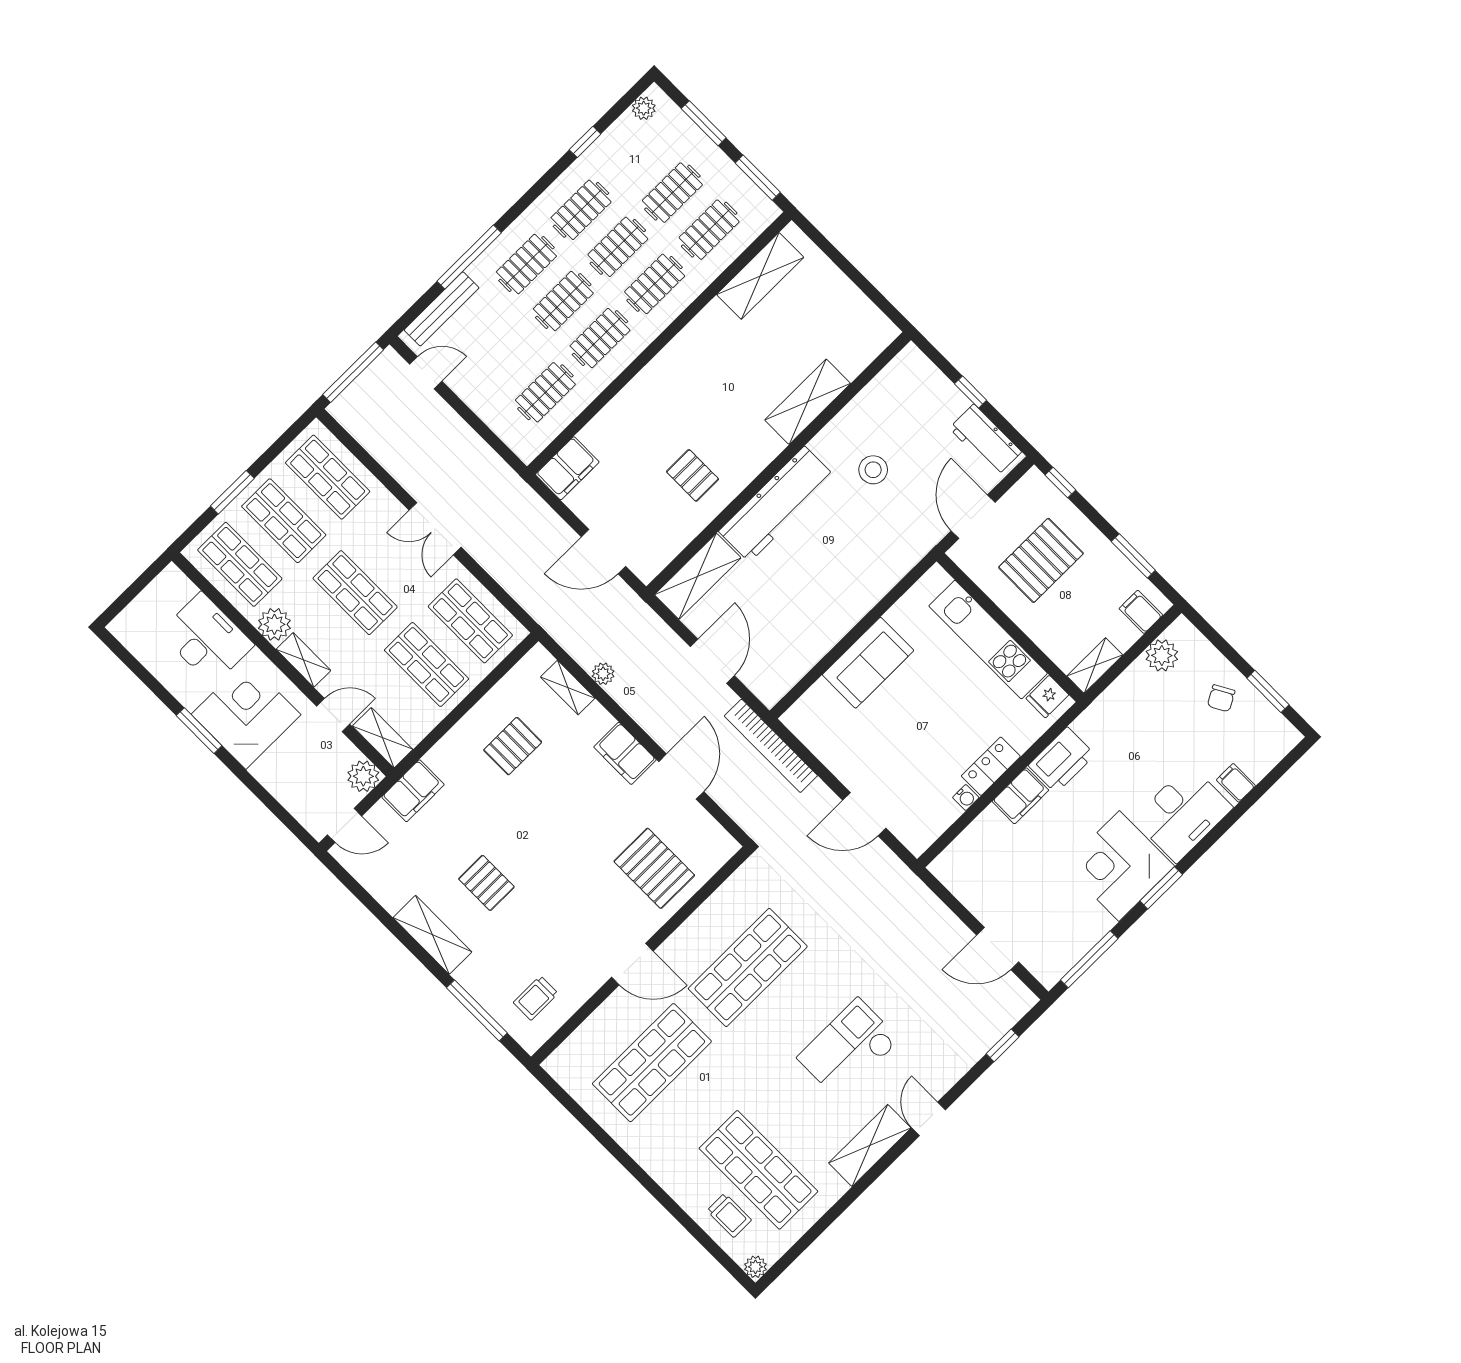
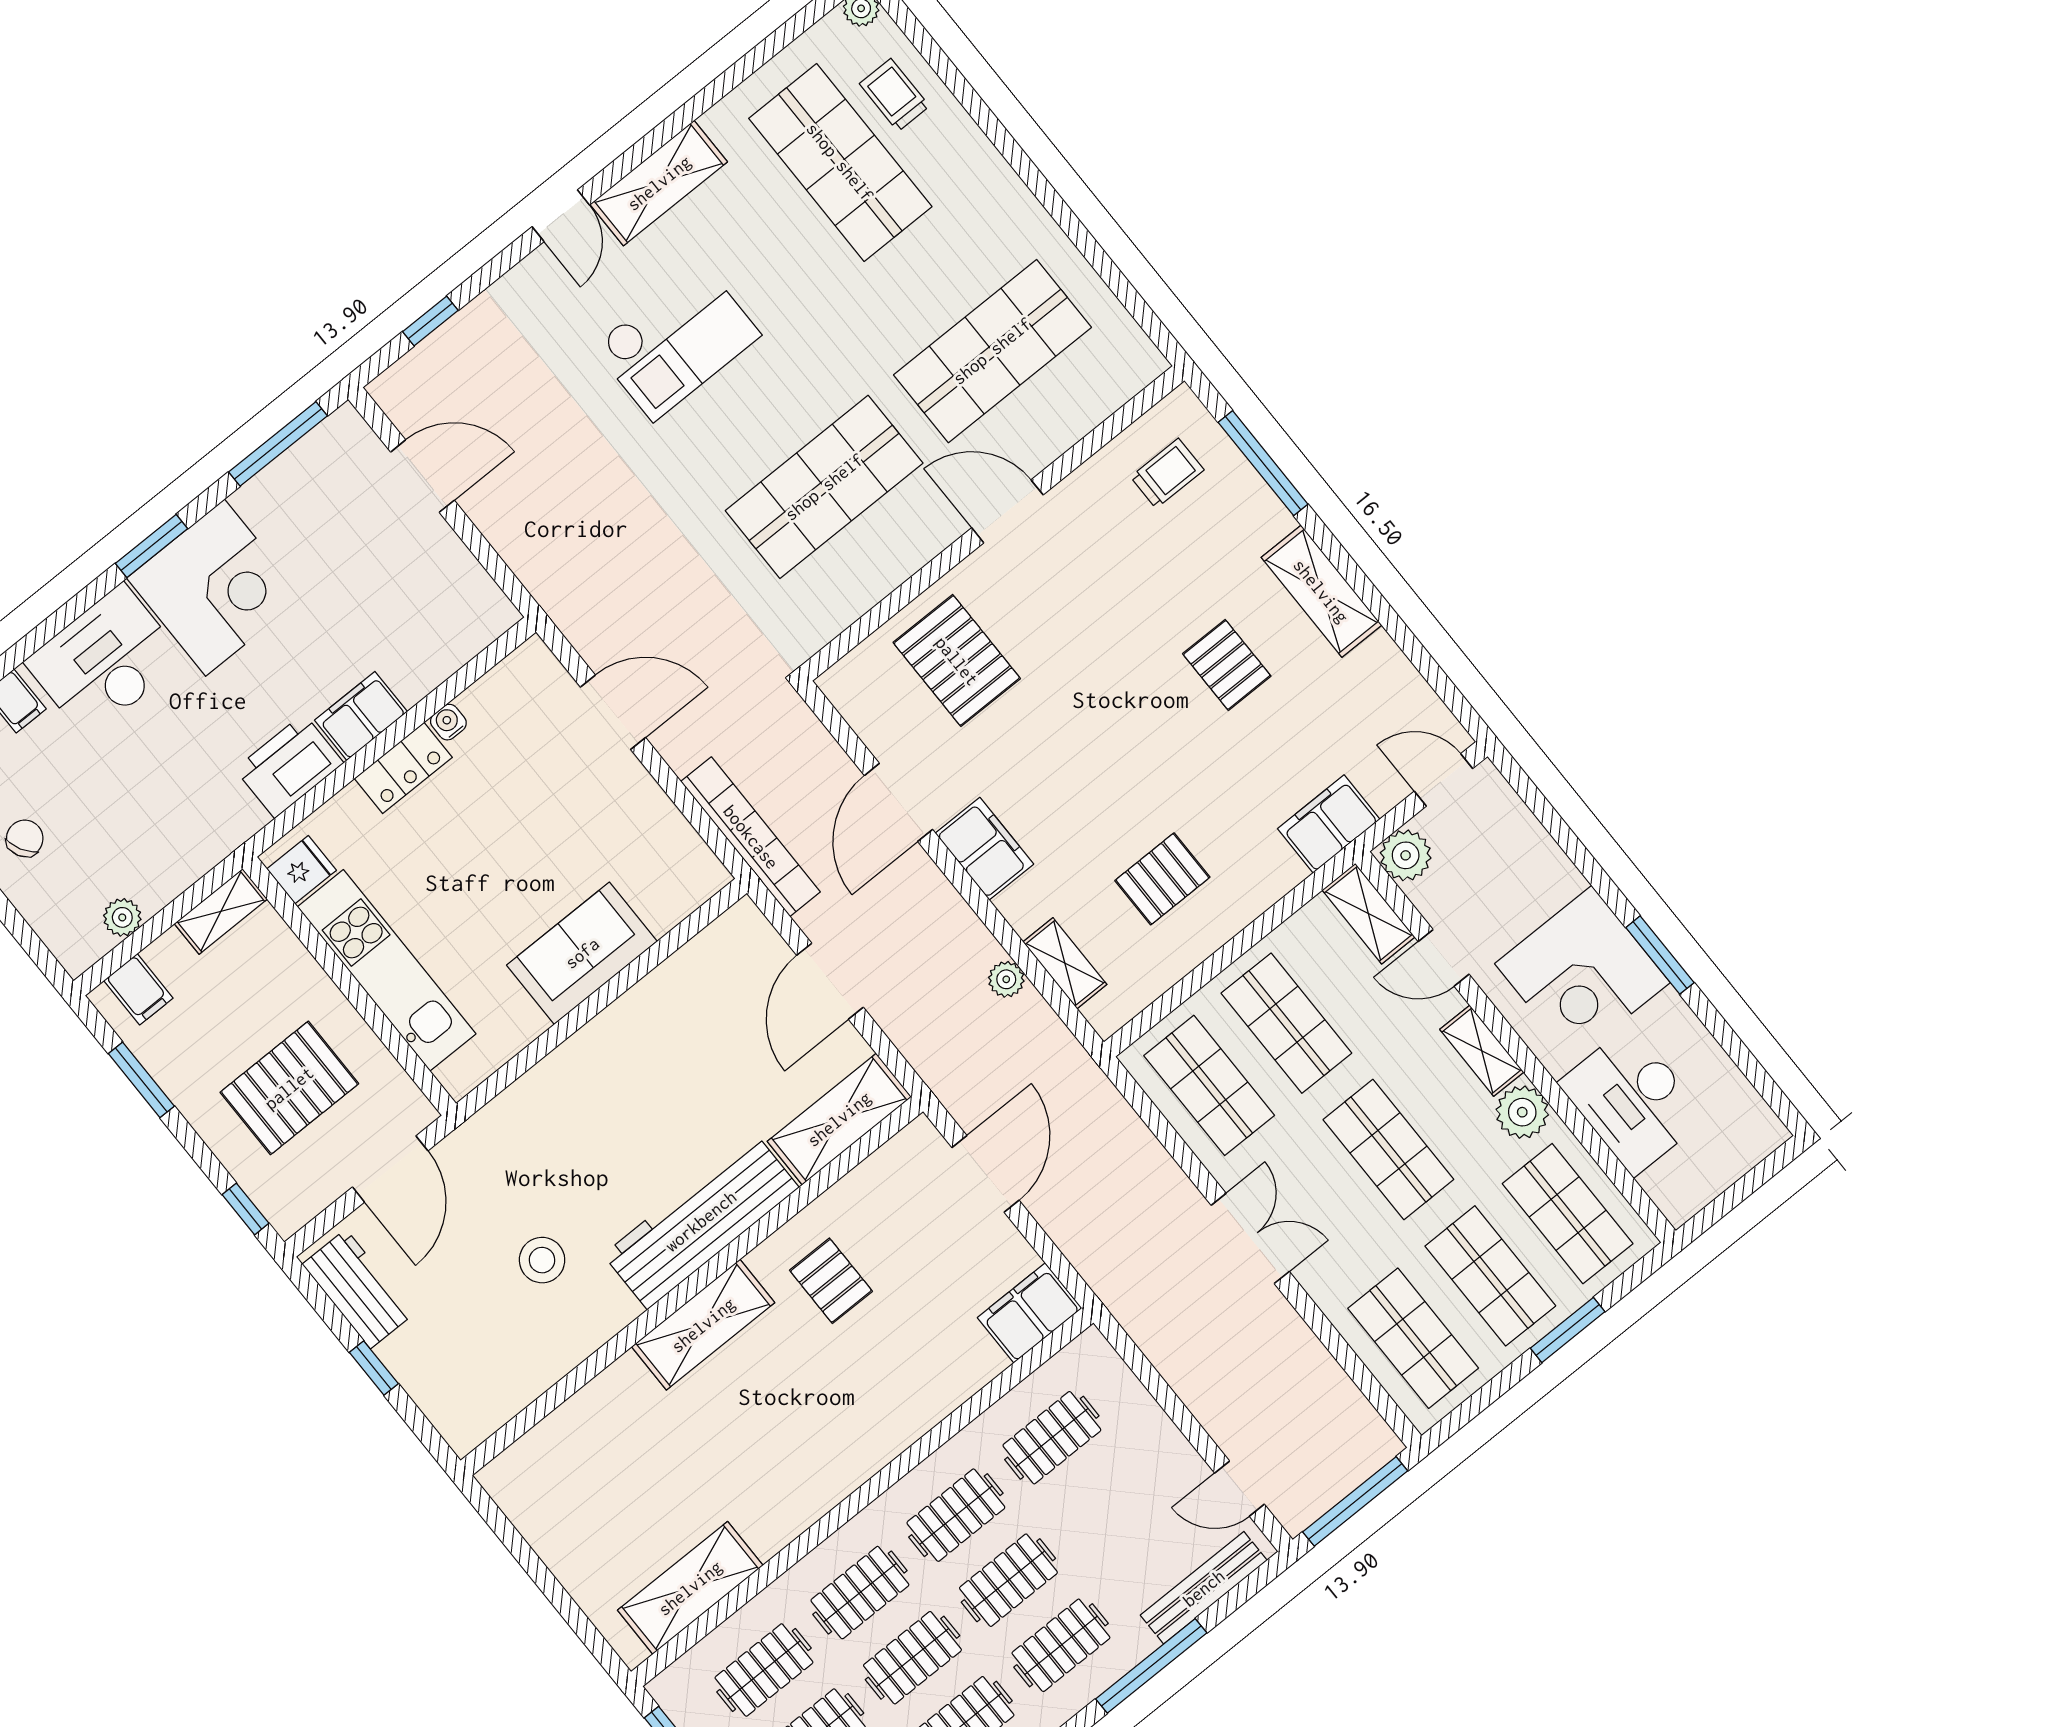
shelving: (808, 402) -> (703, 1325), moved
door: (604, 552) -> (985, 1174), hinge flipped
plant: (1162, 655) -> (122, 917), width x0.73, depth x0.73

